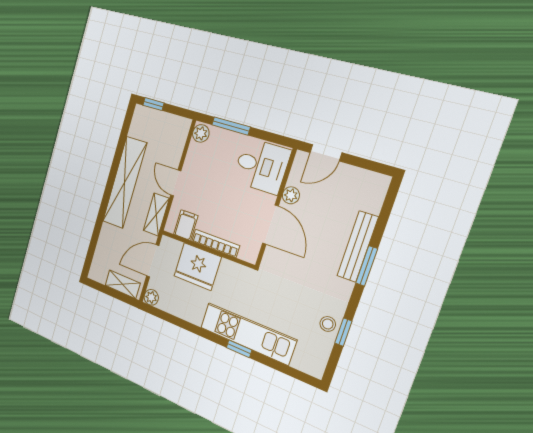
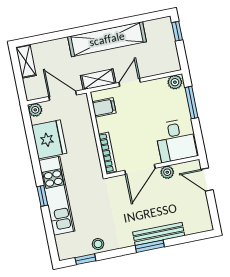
bookcase: (215, 243) -> (107, 153), moved
fridge: (197, 267) -> (49, 139), moved, turned 180
shelving: (123, 284) -> (26, 61), moved
window: (343, 332) -> (85, 259), moved

